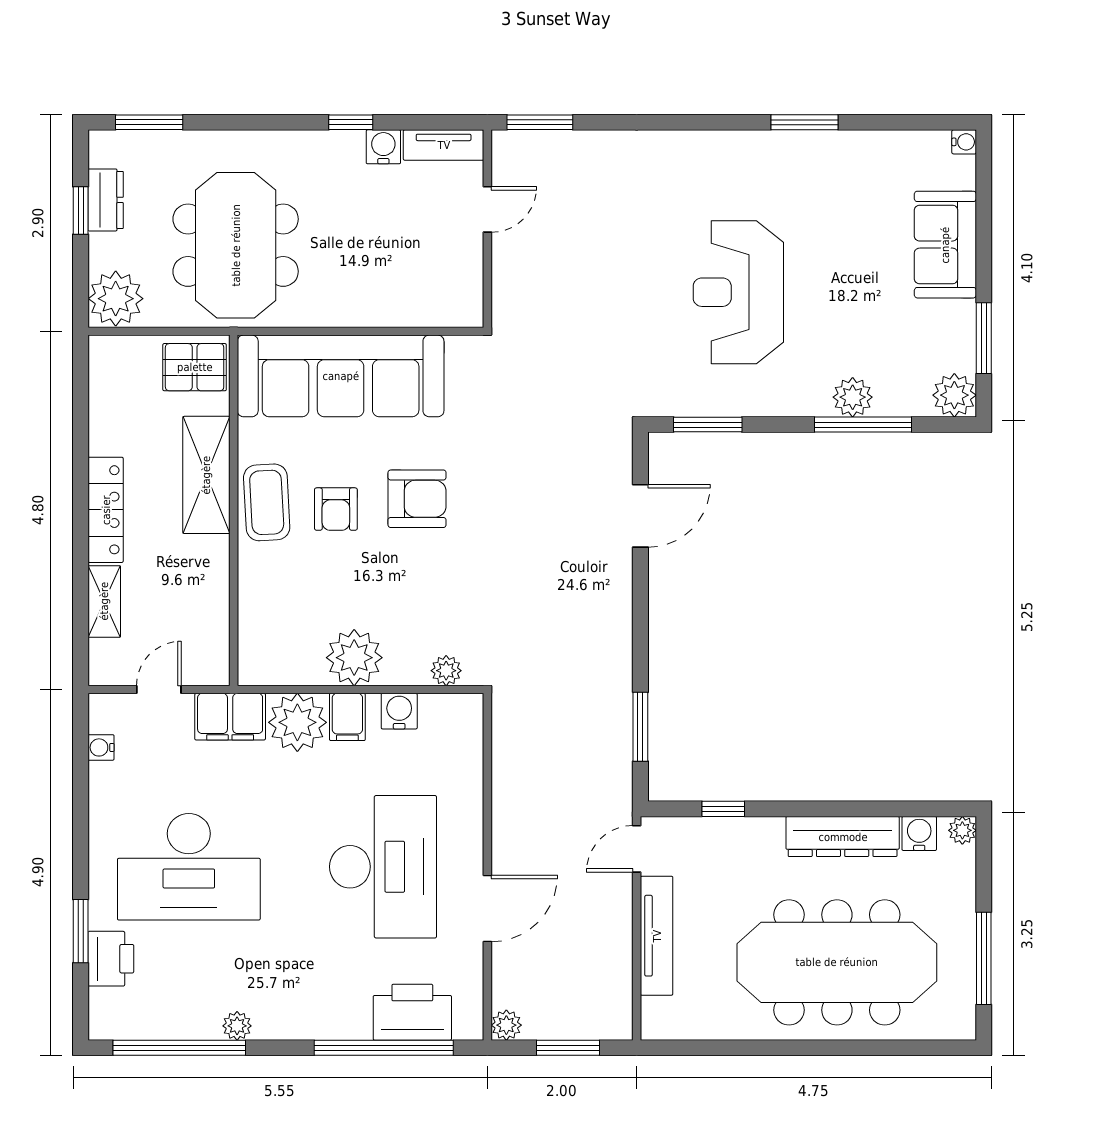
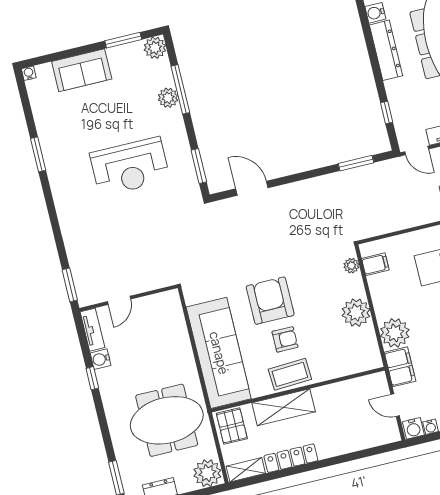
door: (487, 209) -> (119, 300), swing flipped
armchair: (417, 499) -> (270, 301), width x1.36, depth x1.36
locker: (106, 510) -> (291, 458), moved
shelving: (104, 601) -> (246, 470), moved
water cooler: (399, 711) -> (413, 428), moved, turned -90
filing cabinet: (347, 717) -> (375, 264), moved

